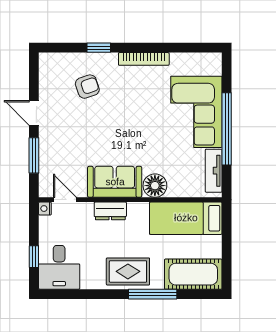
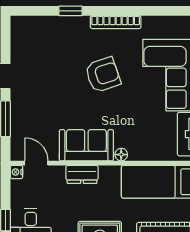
armchair: (87, 87) -> (103, 75), moved, width x1.38, depth x1.38
floor lamp: (155, 186) -> (121, 155), width x0.53, depth x0.53

